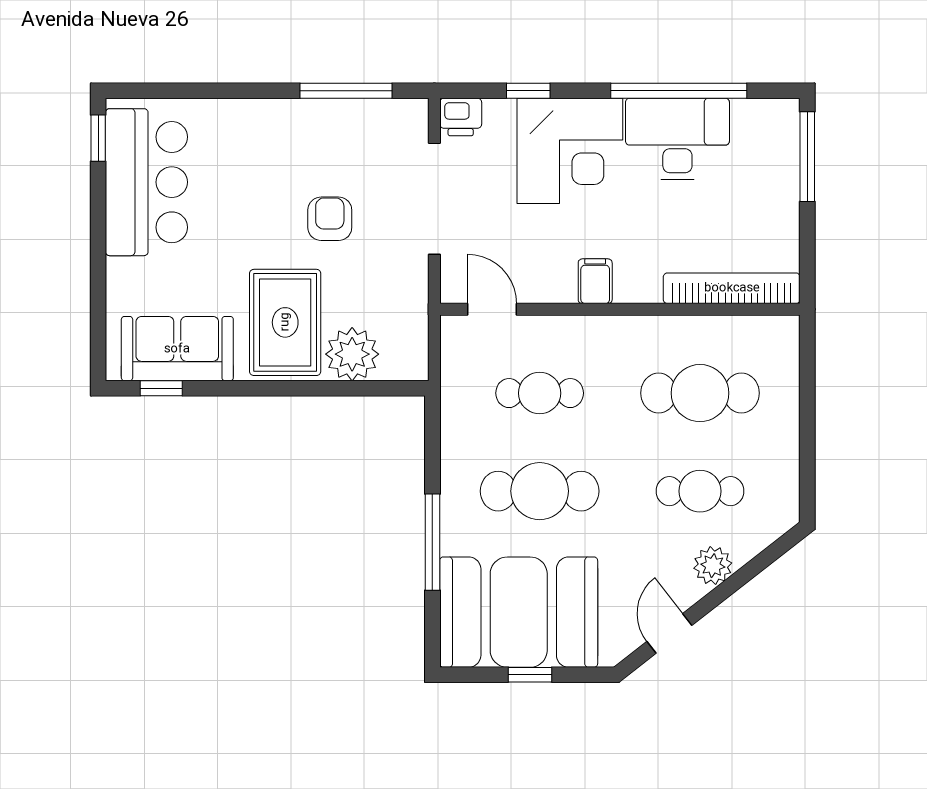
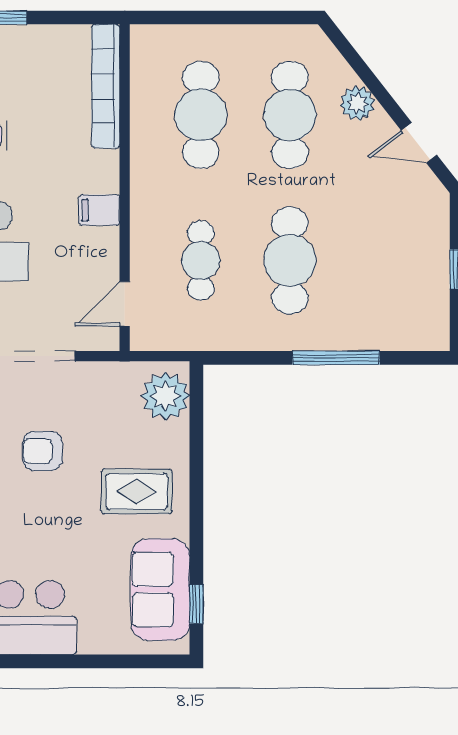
rug: (285, 322) -> (137, 492), width x0.73, depth x0.70
plant: (352, 354) -> (165, 396), moved
cafe table: (700, 491) -> (290, 115), width x1.37, depth x1.35
booth: (519, 612) -> (400, 280), removed

